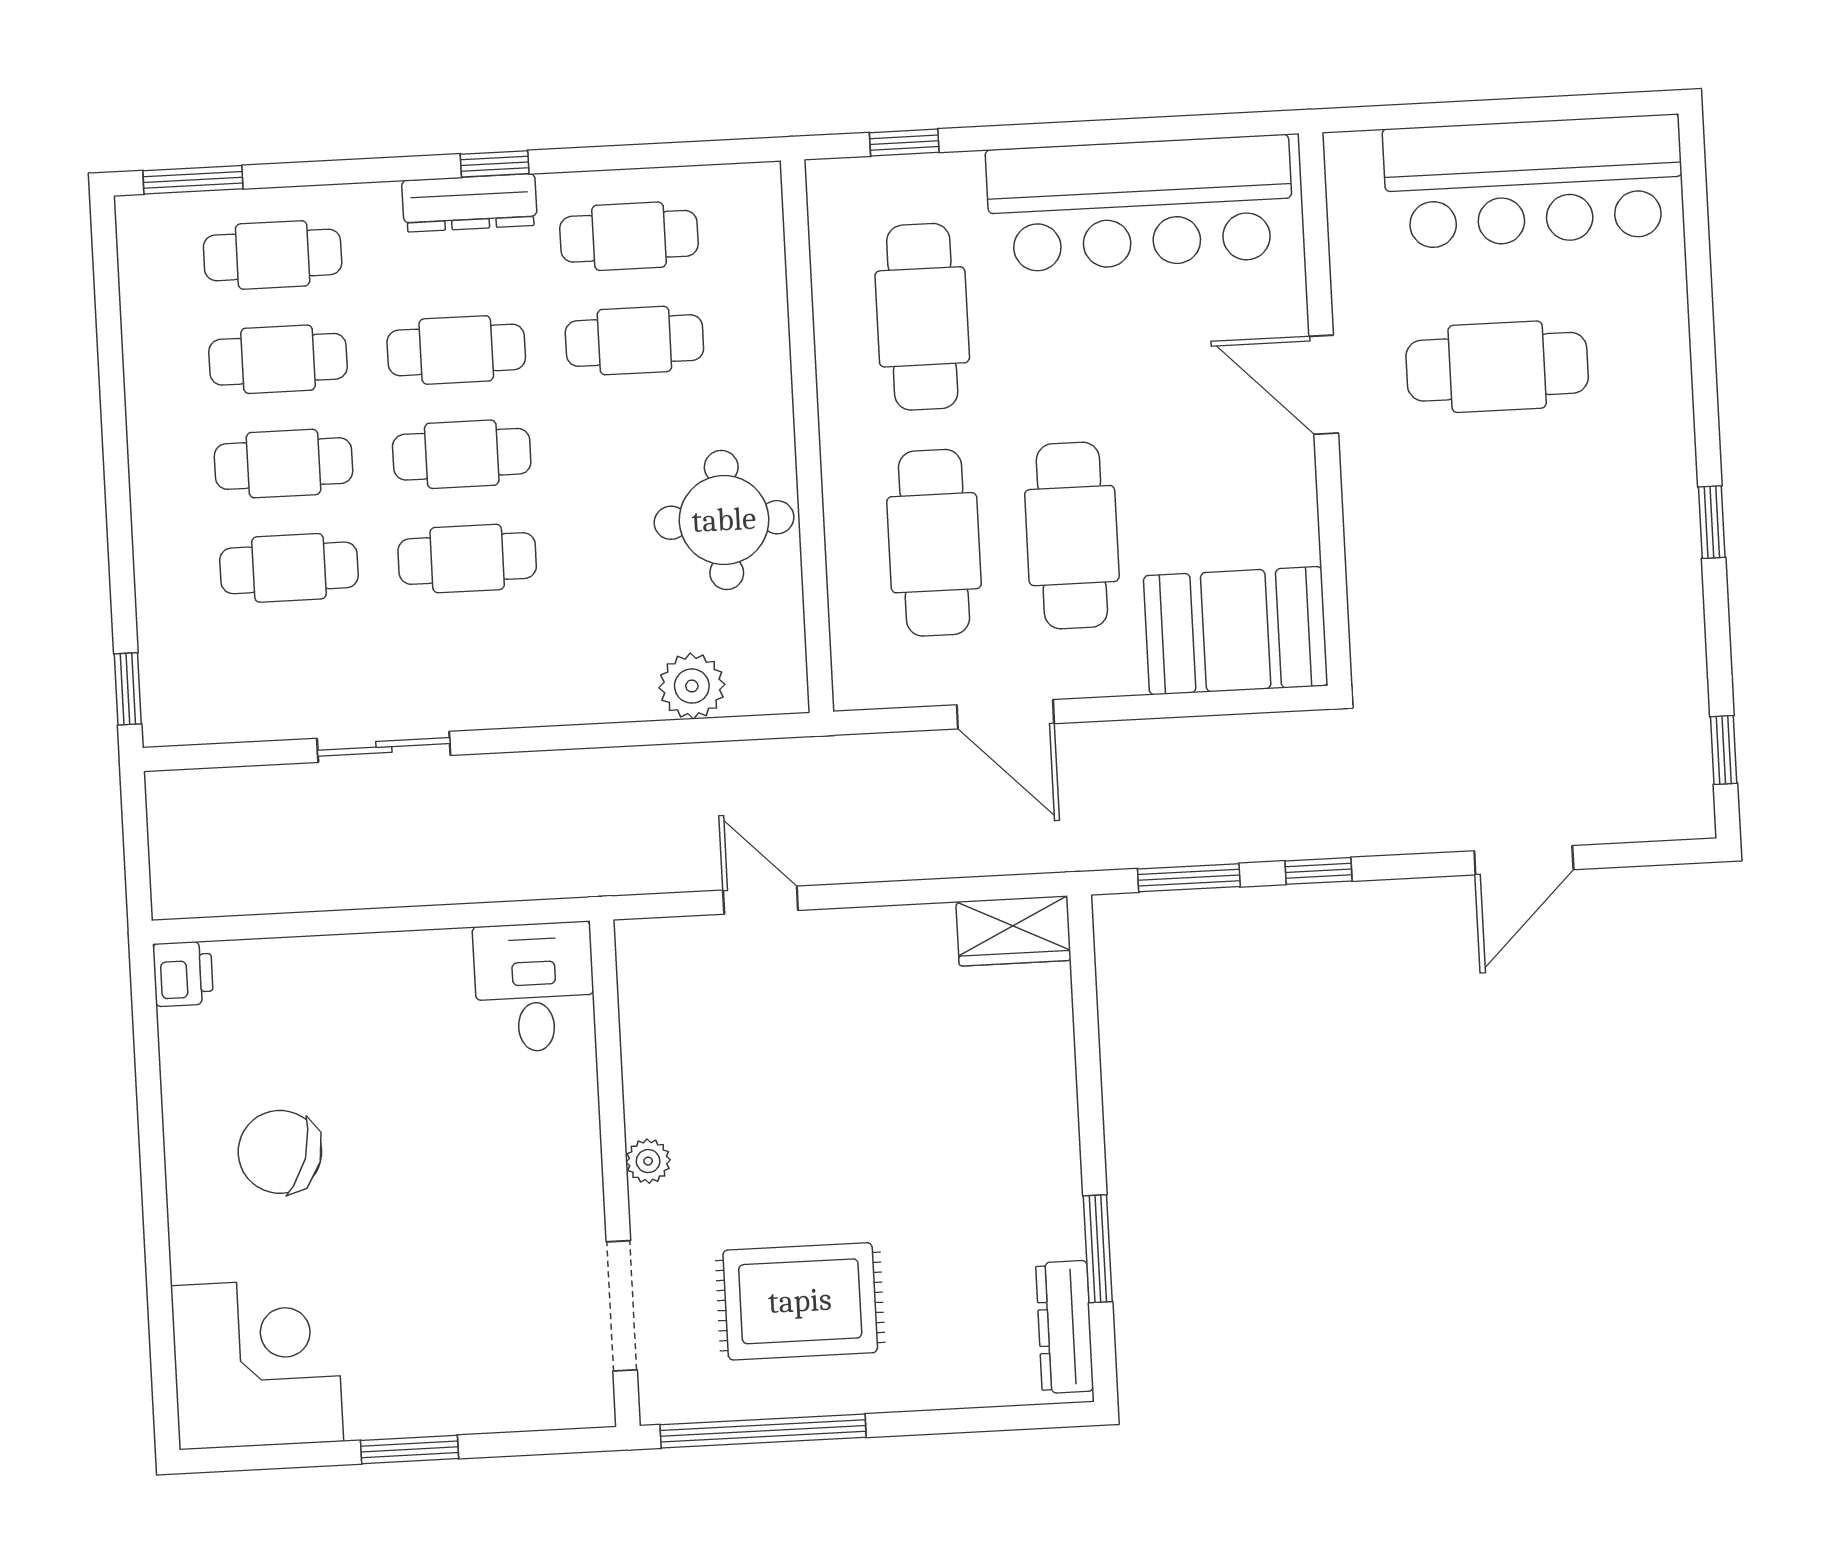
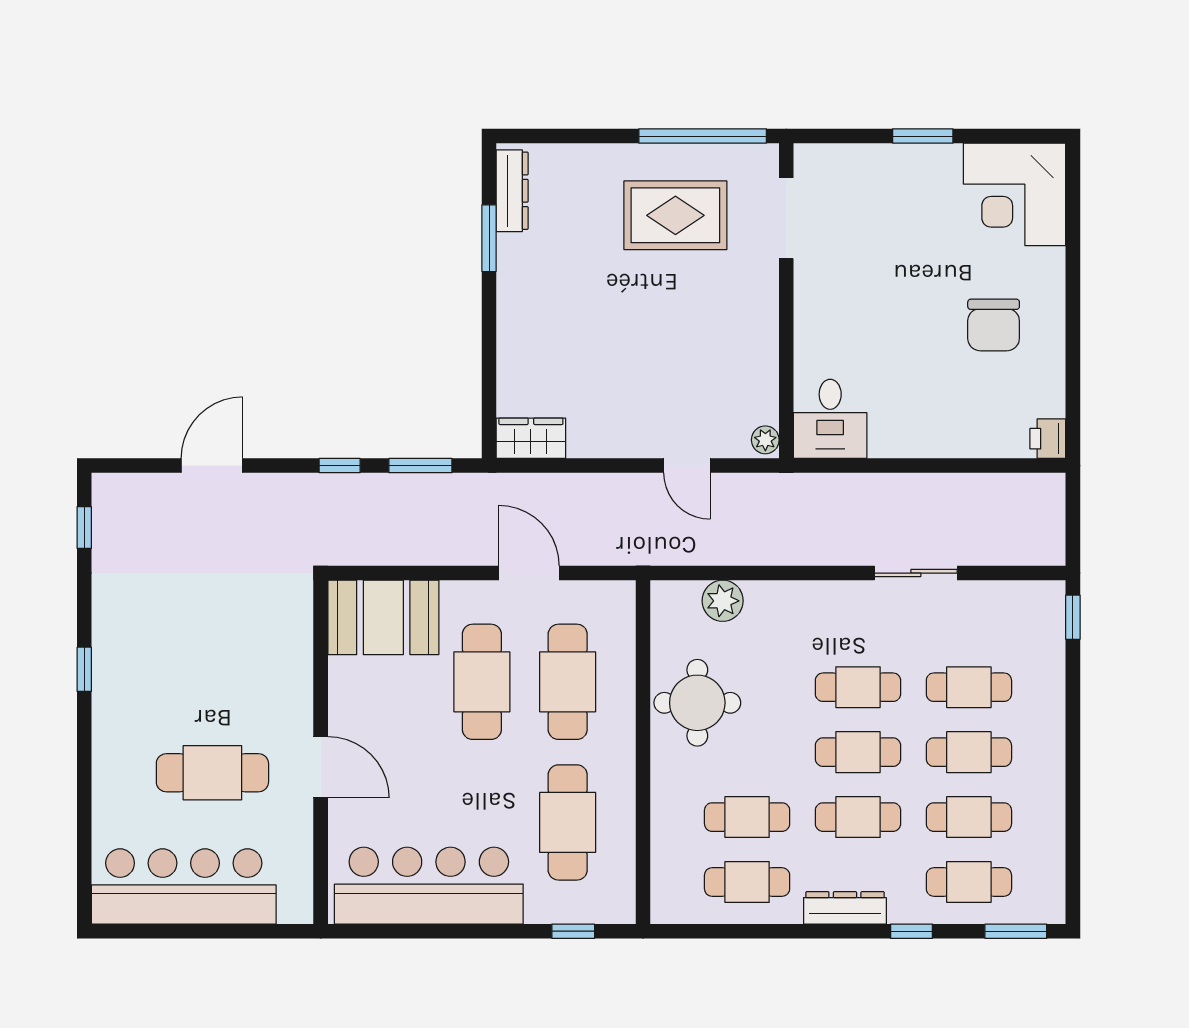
window: (495, 164) -> (911, 931), moved
chair: (280, 1152) -> (994, 325), turned 73
plant: (648, 1161) -> (765, 440), moved

